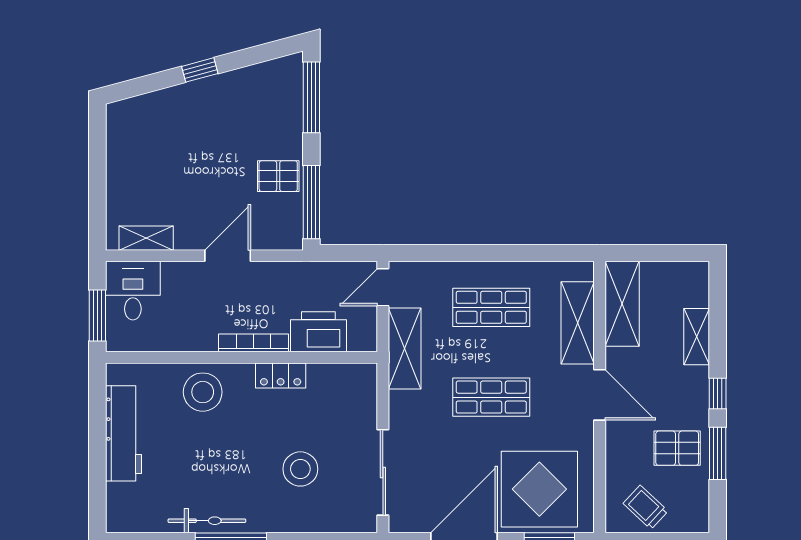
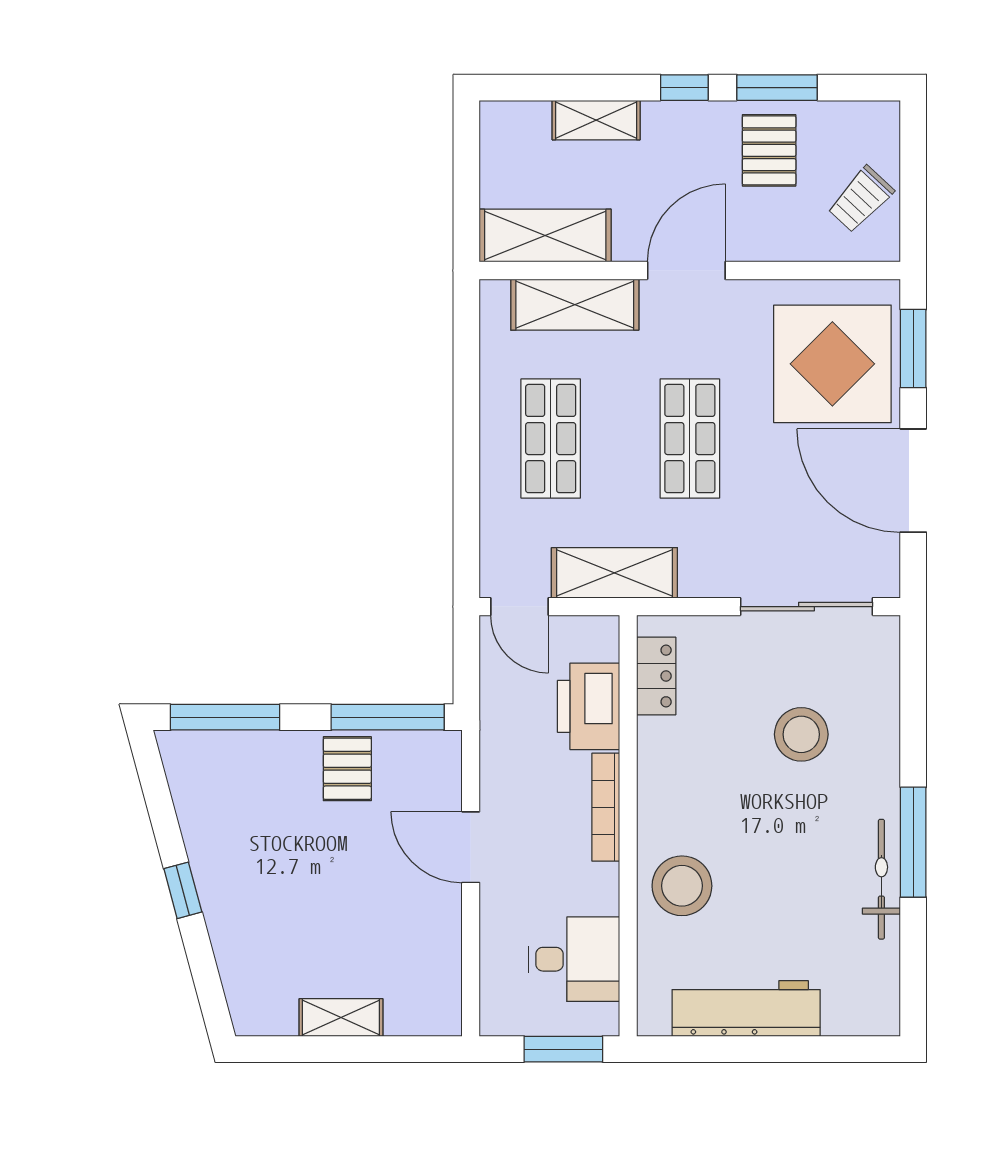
shelving: (146, 238) -> (341, 1017), moved, turned 90
desk: (133, 291) -> (574, 959), moved, turned 180
locker: (281, 375) -> (656, 676), moved

